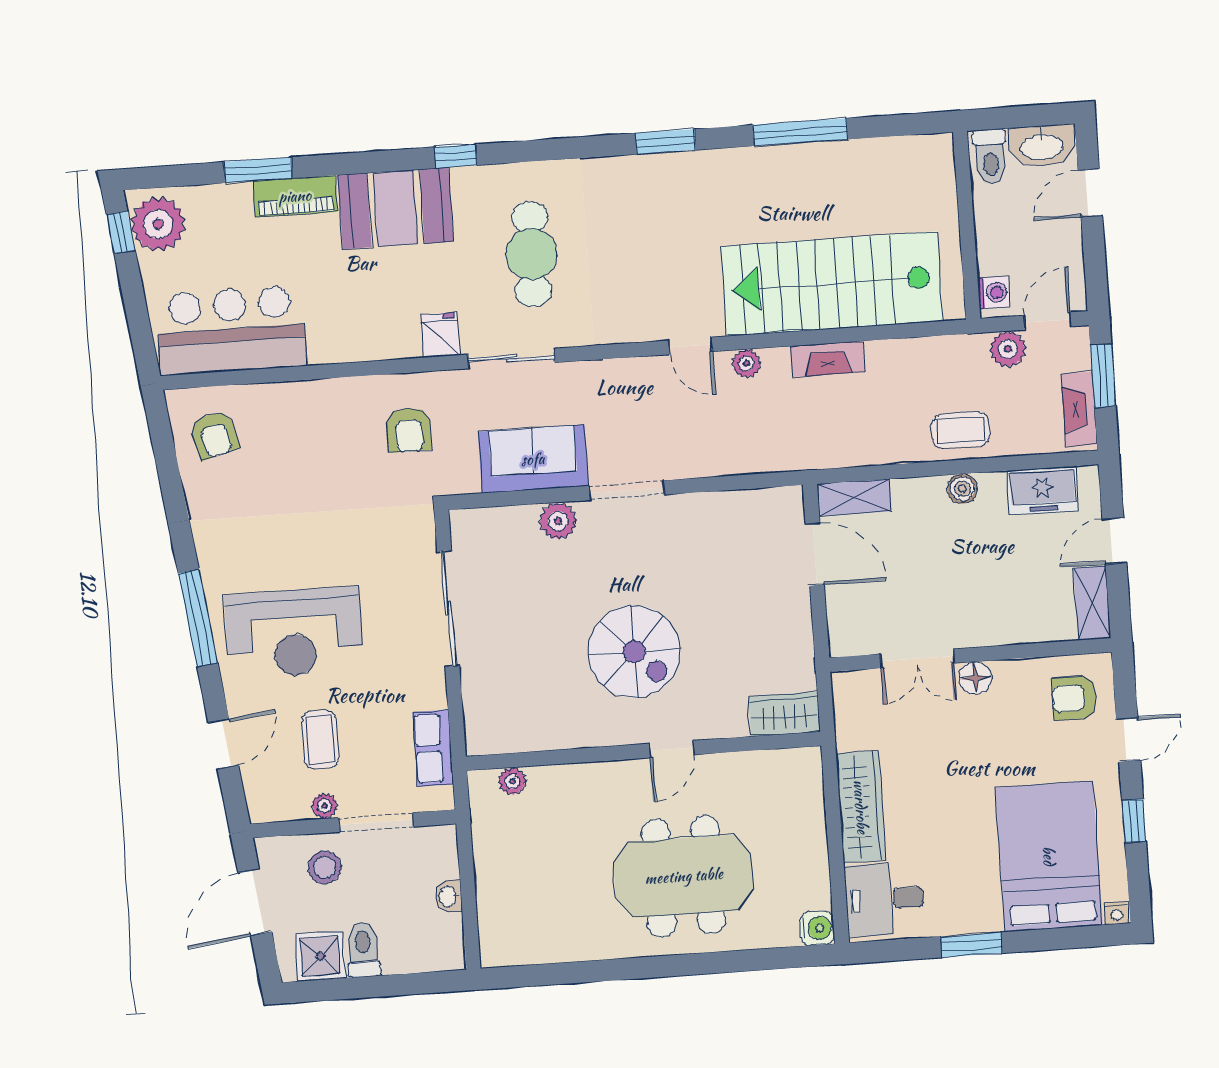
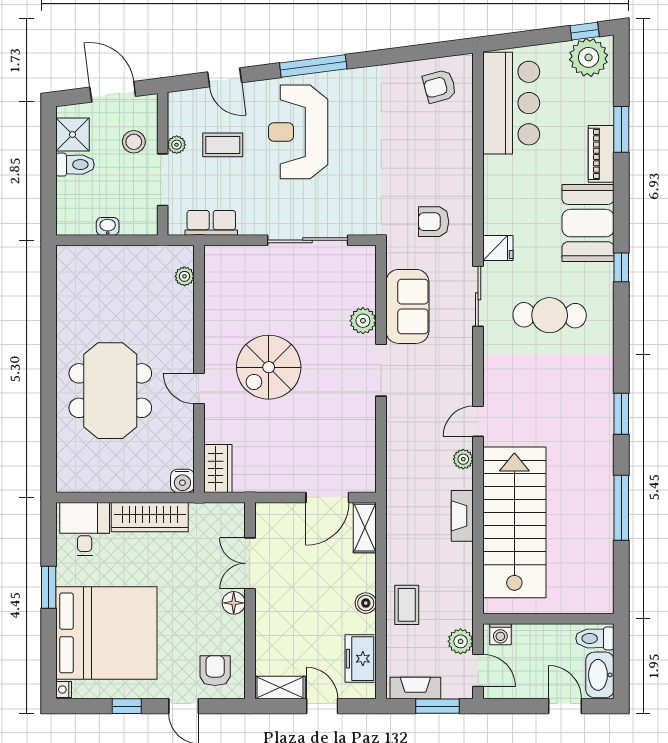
bed: (1049, 856) -> (106, 633), width x1.36
water cooler: (817, 928) -> (182, 481), moved

